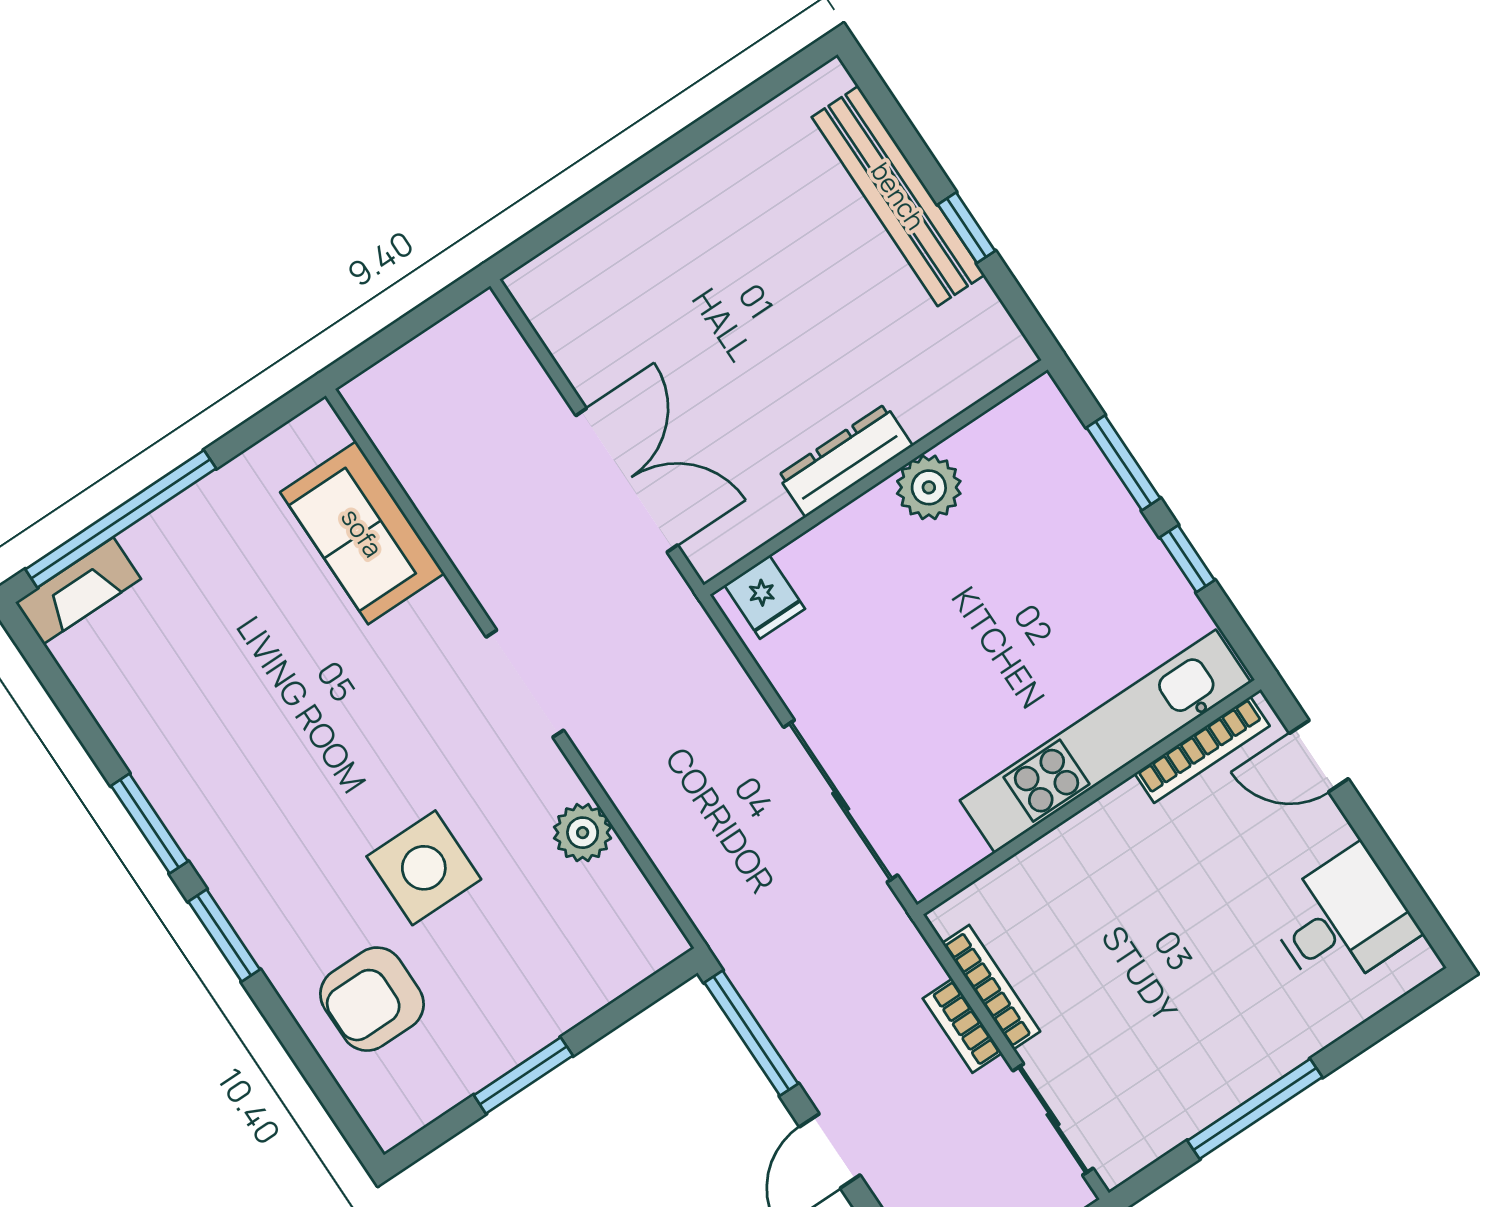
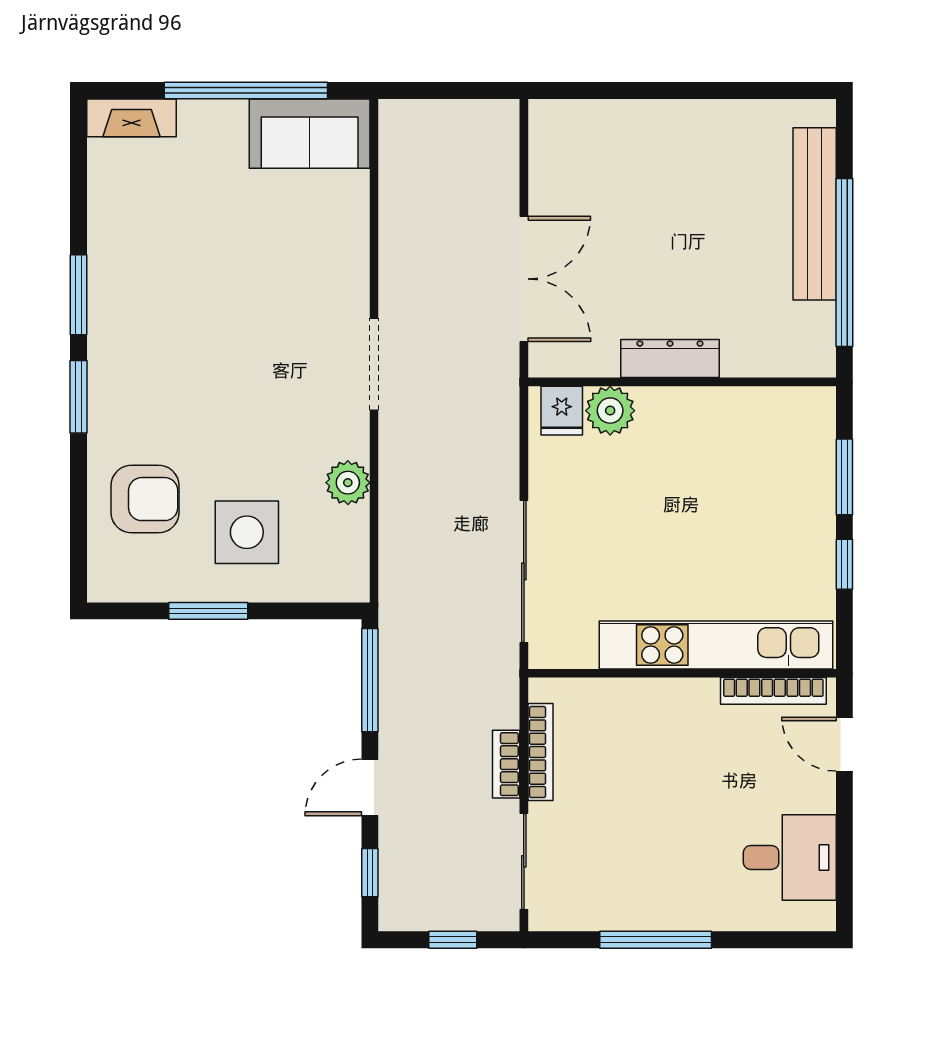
window: (966, 228) -> (844, 263), width x3.17
plant: (929, 487) -> (610, 411), moved
window: (121, 519) -> (246, 90), moved
sofa: (362, 533) -> (310, 134), moved, turned -90
side table: (424, 868) -> (247, 532), moved
armchair: (372, 999) -> (145, 499), turned 180

